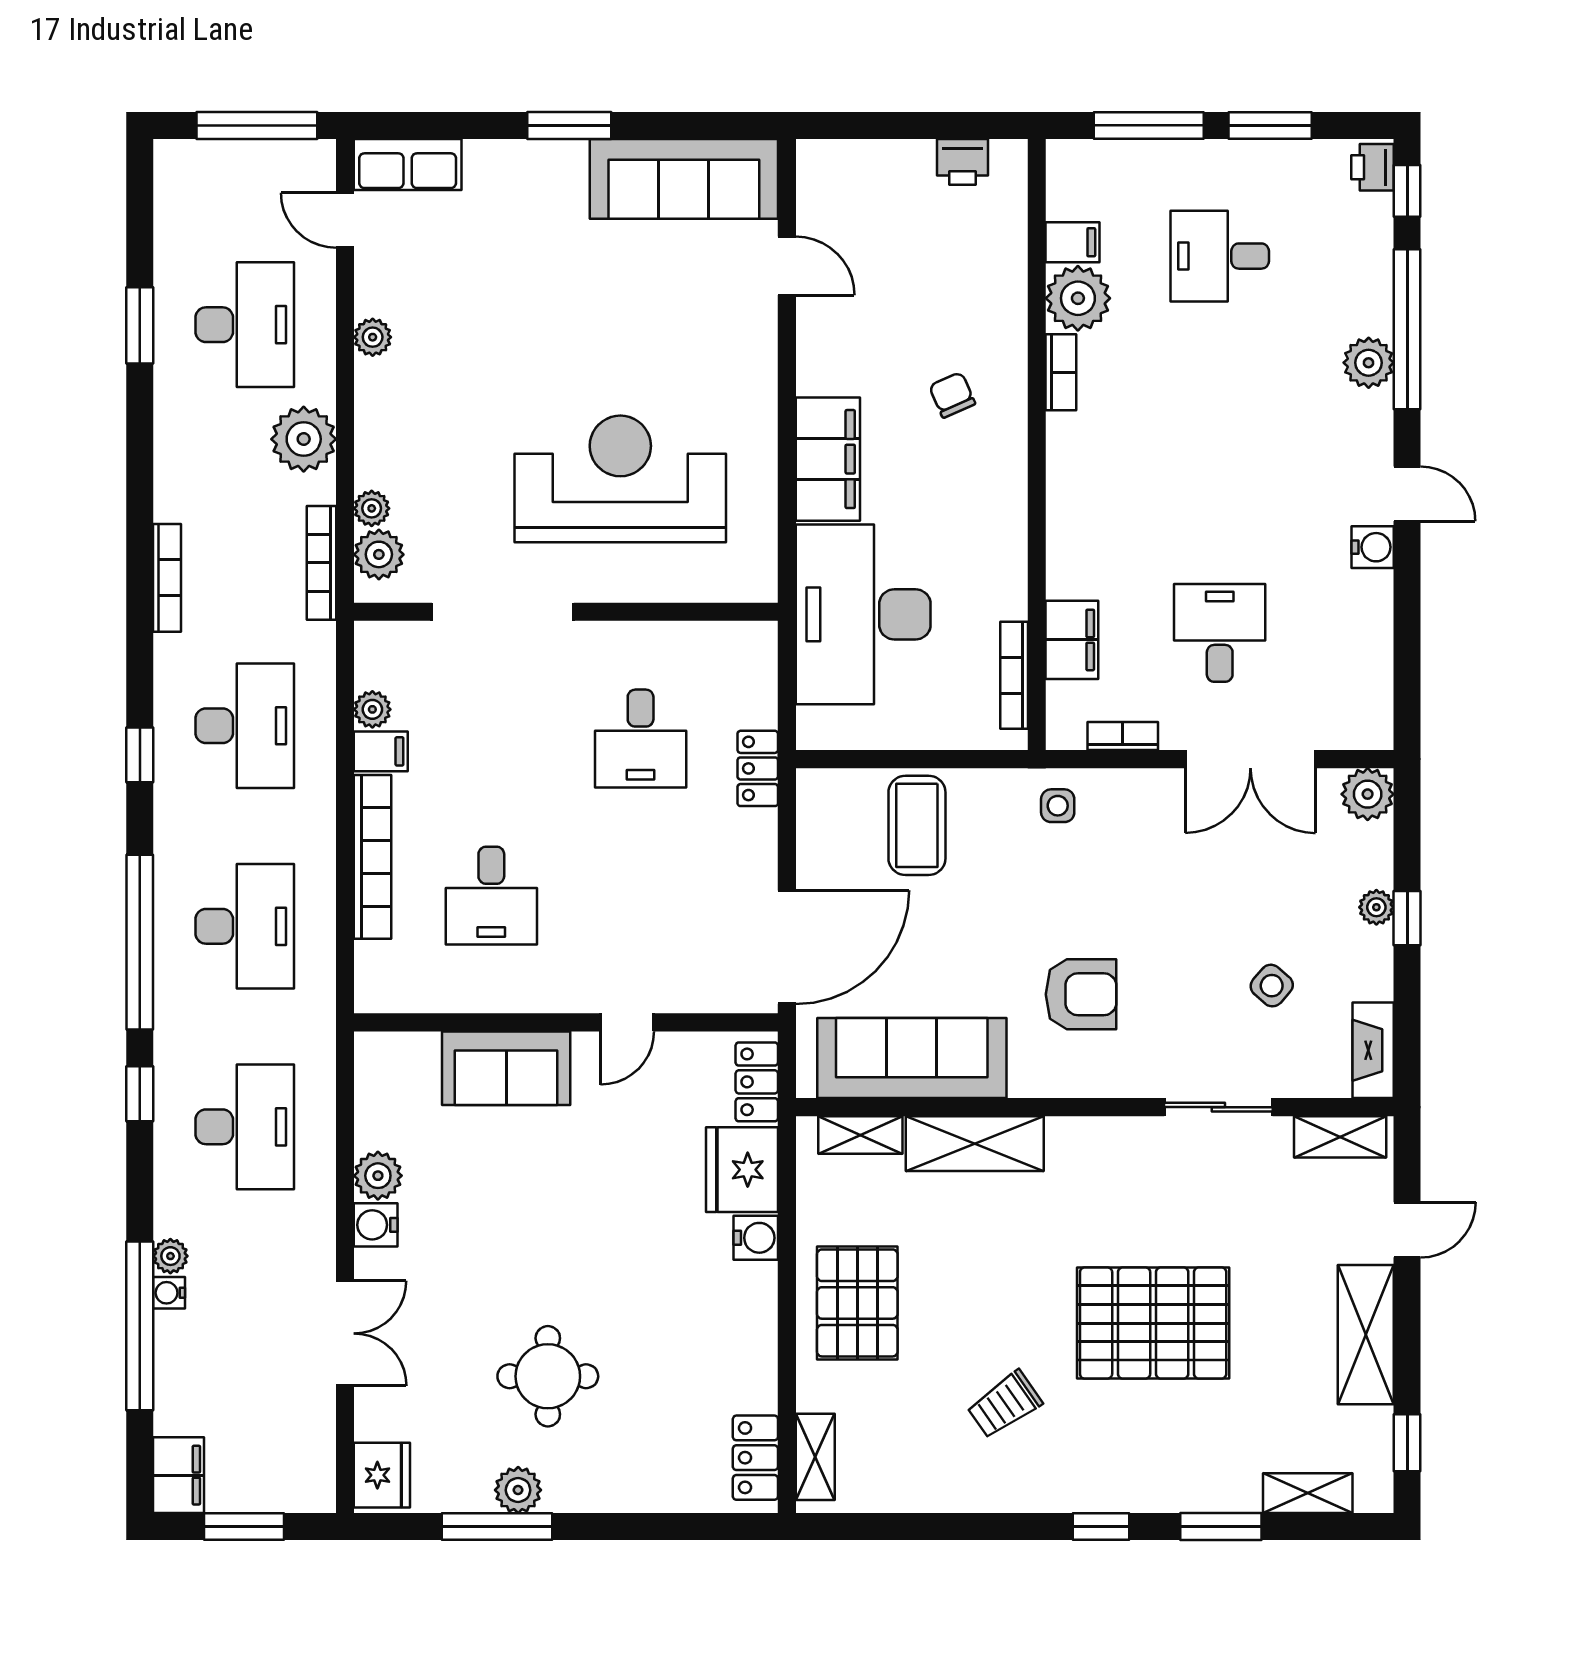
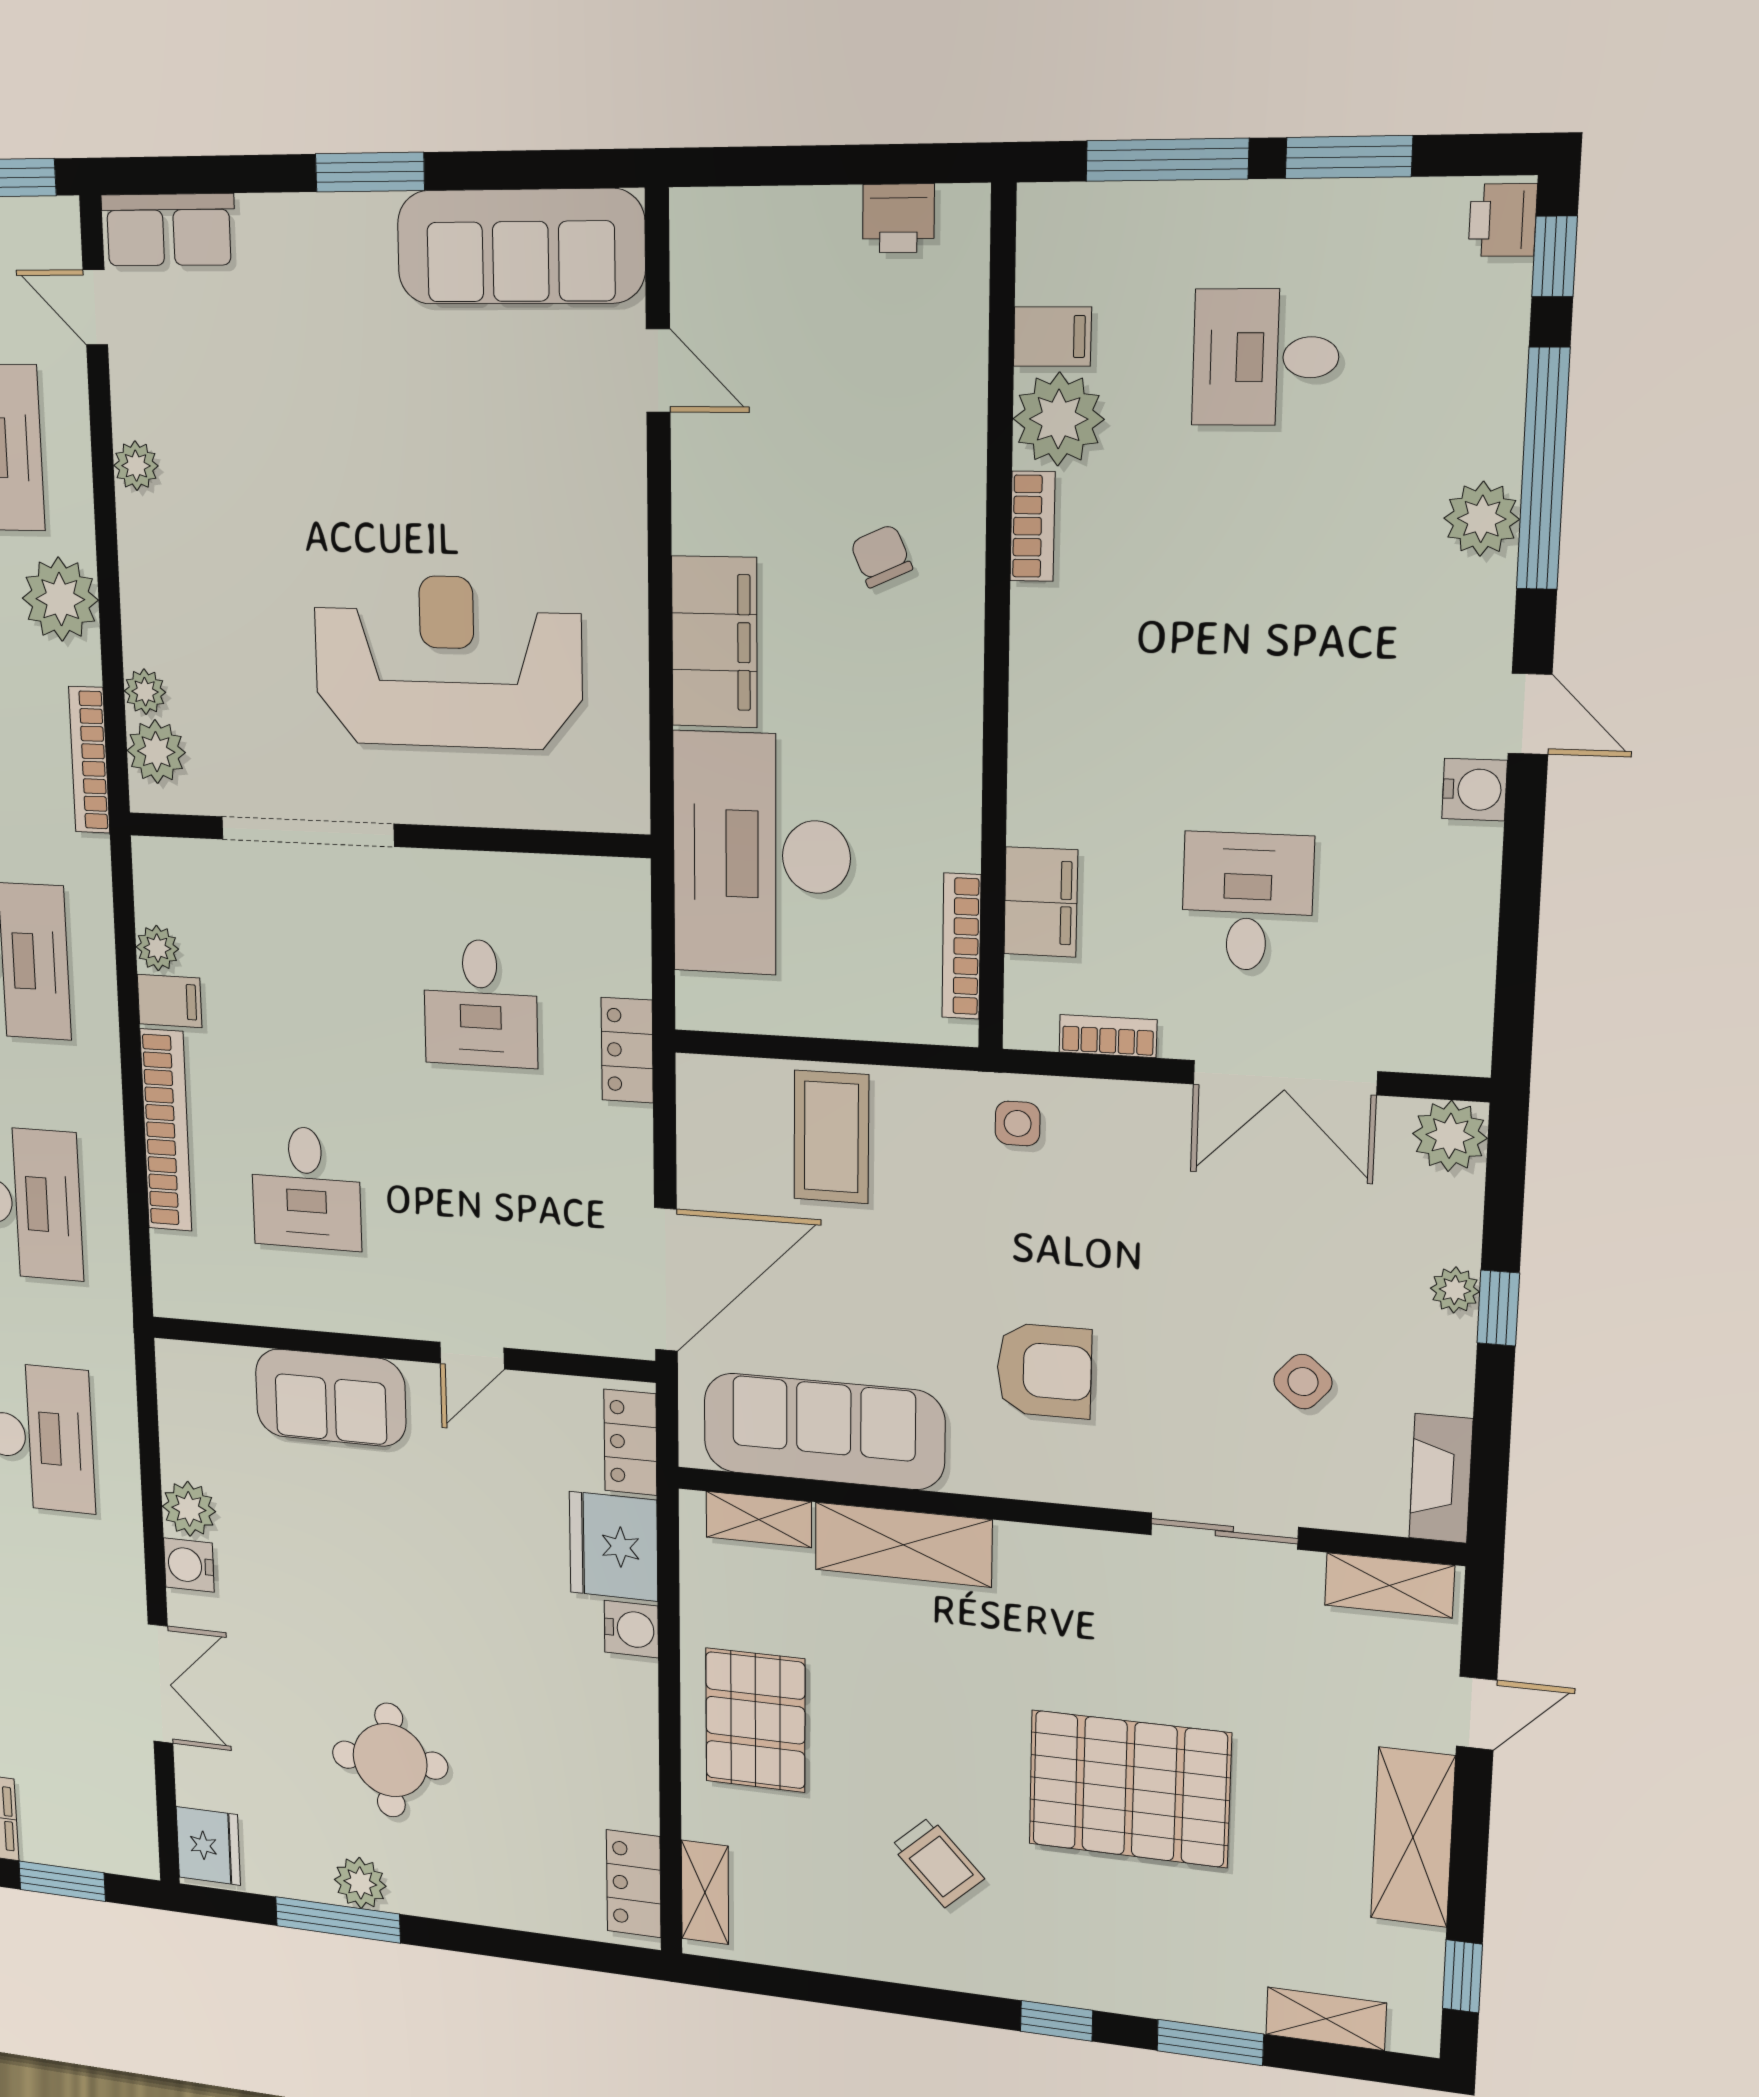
trolley: (1005, 1405) -> (937, 1862), turned -98

